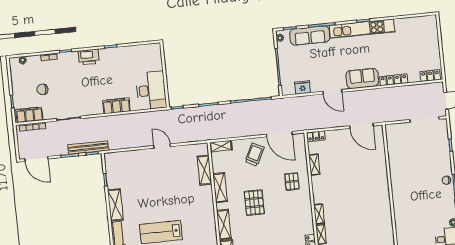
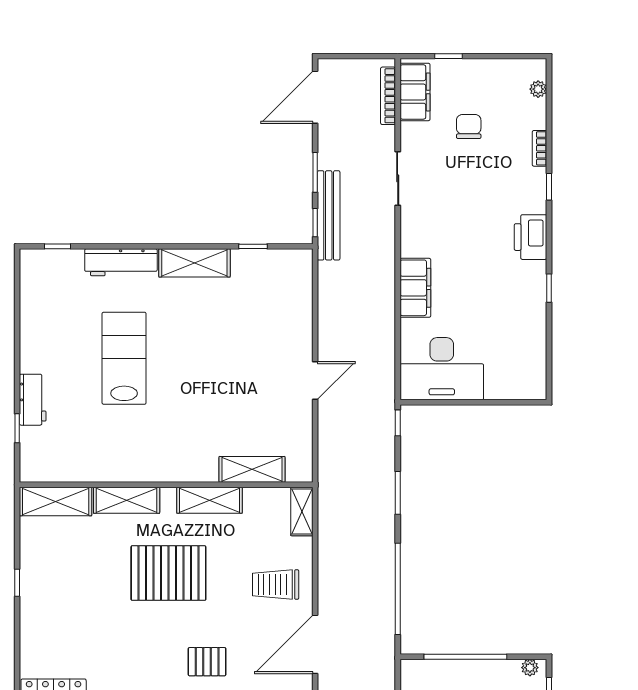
trolley: (255, 154) -> (276, 585), turned 153
pallet: (254, 203) -> (168, 573), width x1.37, depth x1.41

